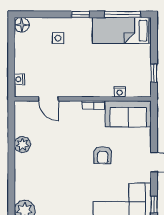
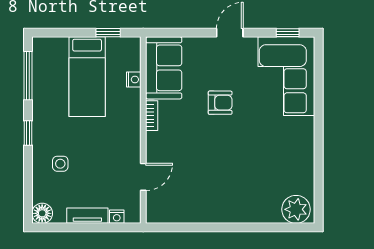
bed: (122, 30) -> (87, 77), moved
tv unit: (20, 58) -> (87, 216), added
plant: (22, 145) -> (206, 212), removed

